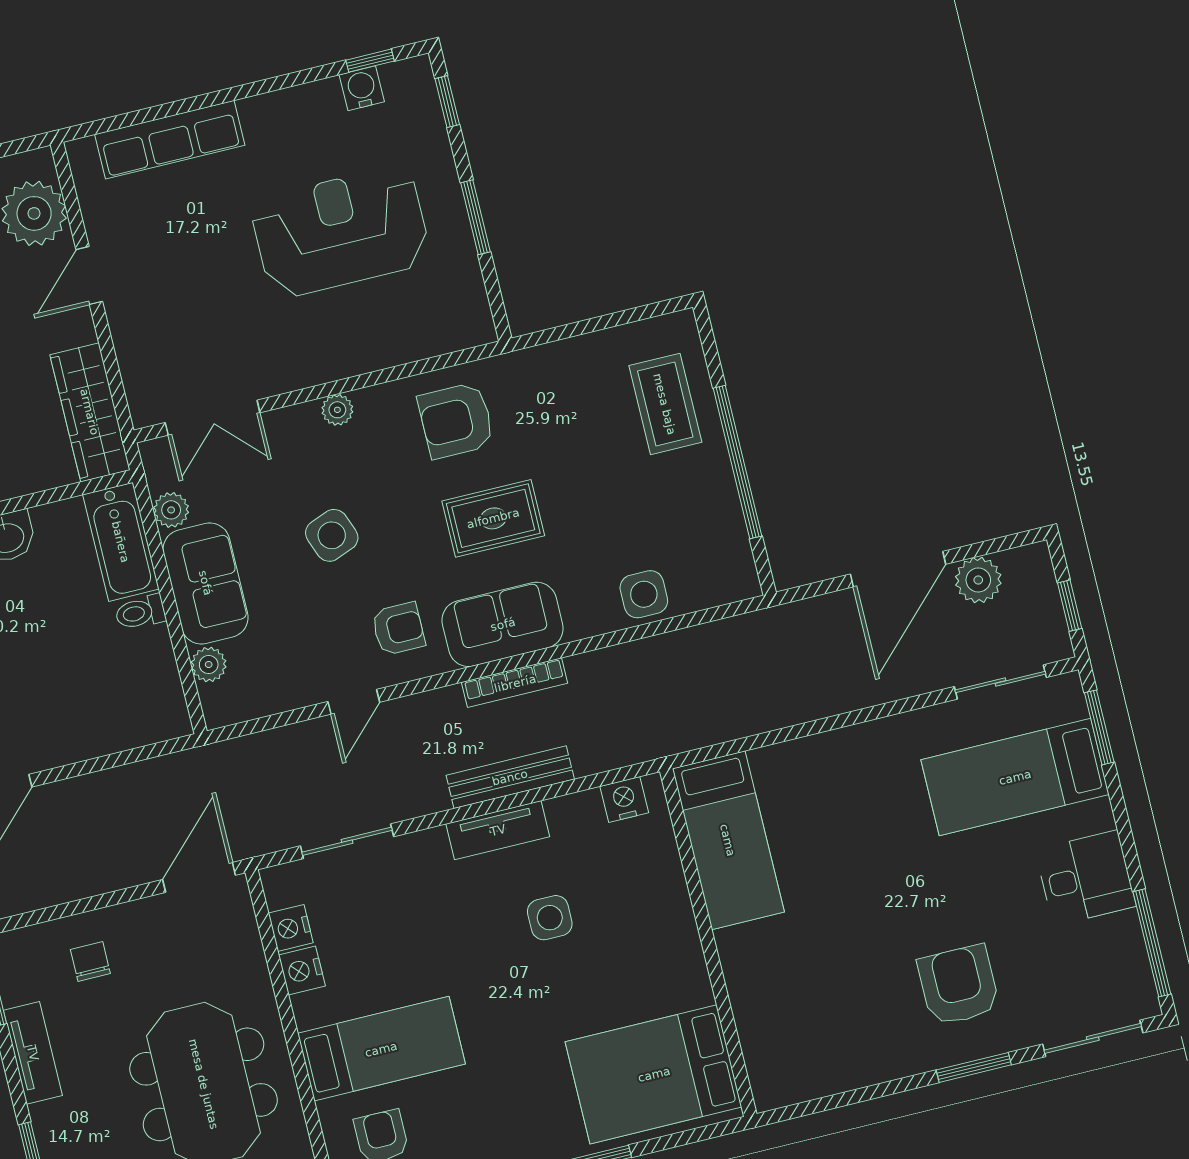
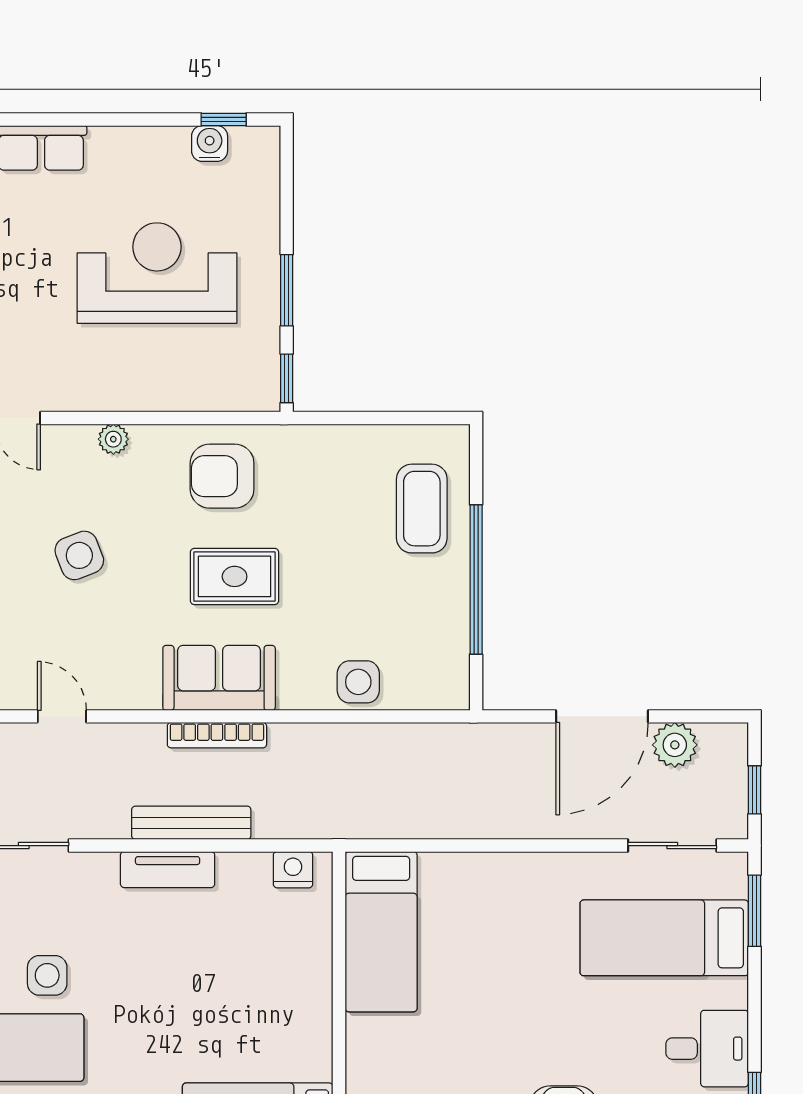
window: (447, 102) -> (287, 378), moved
armchair: (398, 629) -> (120, 658), removed
door: (354, 702) -> (62, 716), swing flipped
side table: (550, 918) -> (47, 975), moved

